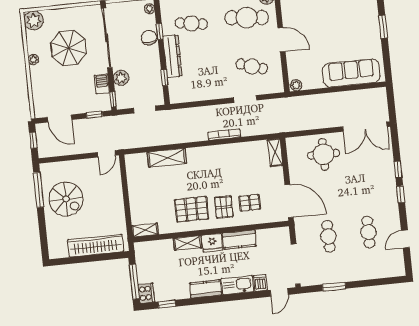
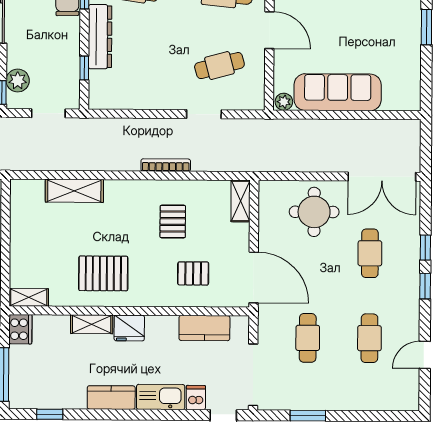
cafe table: (252, 66) -> (219, 66), turned -33
sofa: (351, 73) -> (338, 92), moved
plant: (121, 78) -> (18, 81), moved
cafe table: (363, 177) -> (370, 253), added
pallet: (224, 207) -> (173, 222), moved
kitchen counter: (239, 240) -> (204, 328), moved
cooker: (146, 293) -> (20, 329), moved

